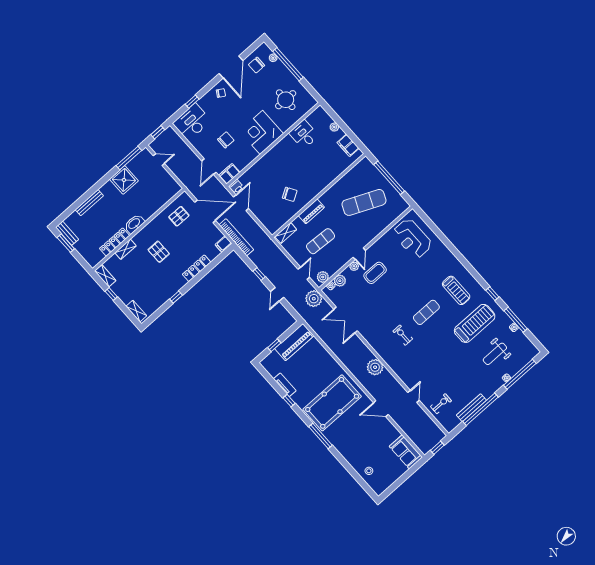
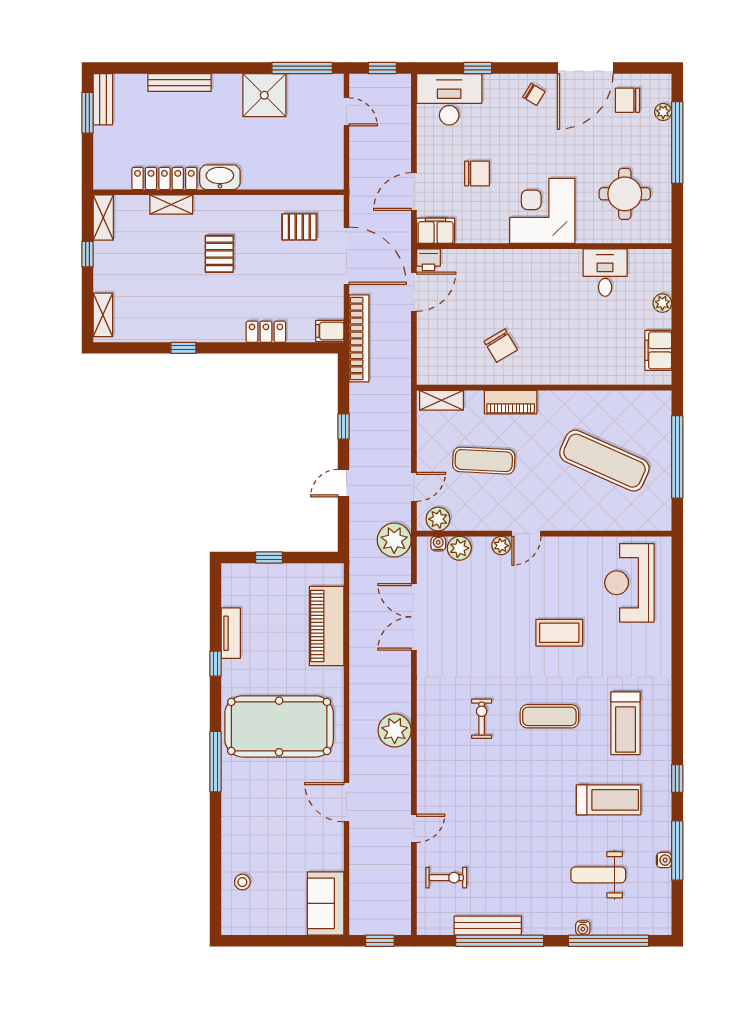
locker: (197, 268) -> (266, 332), width x0.66
coffee table: (375, 273) -> (559, 633), moved
treadmill: (475, 323) -> (609, 800), width x0.73, depth x0.73
piano: (294, 342) -> (327, 626), moved, turned 90

